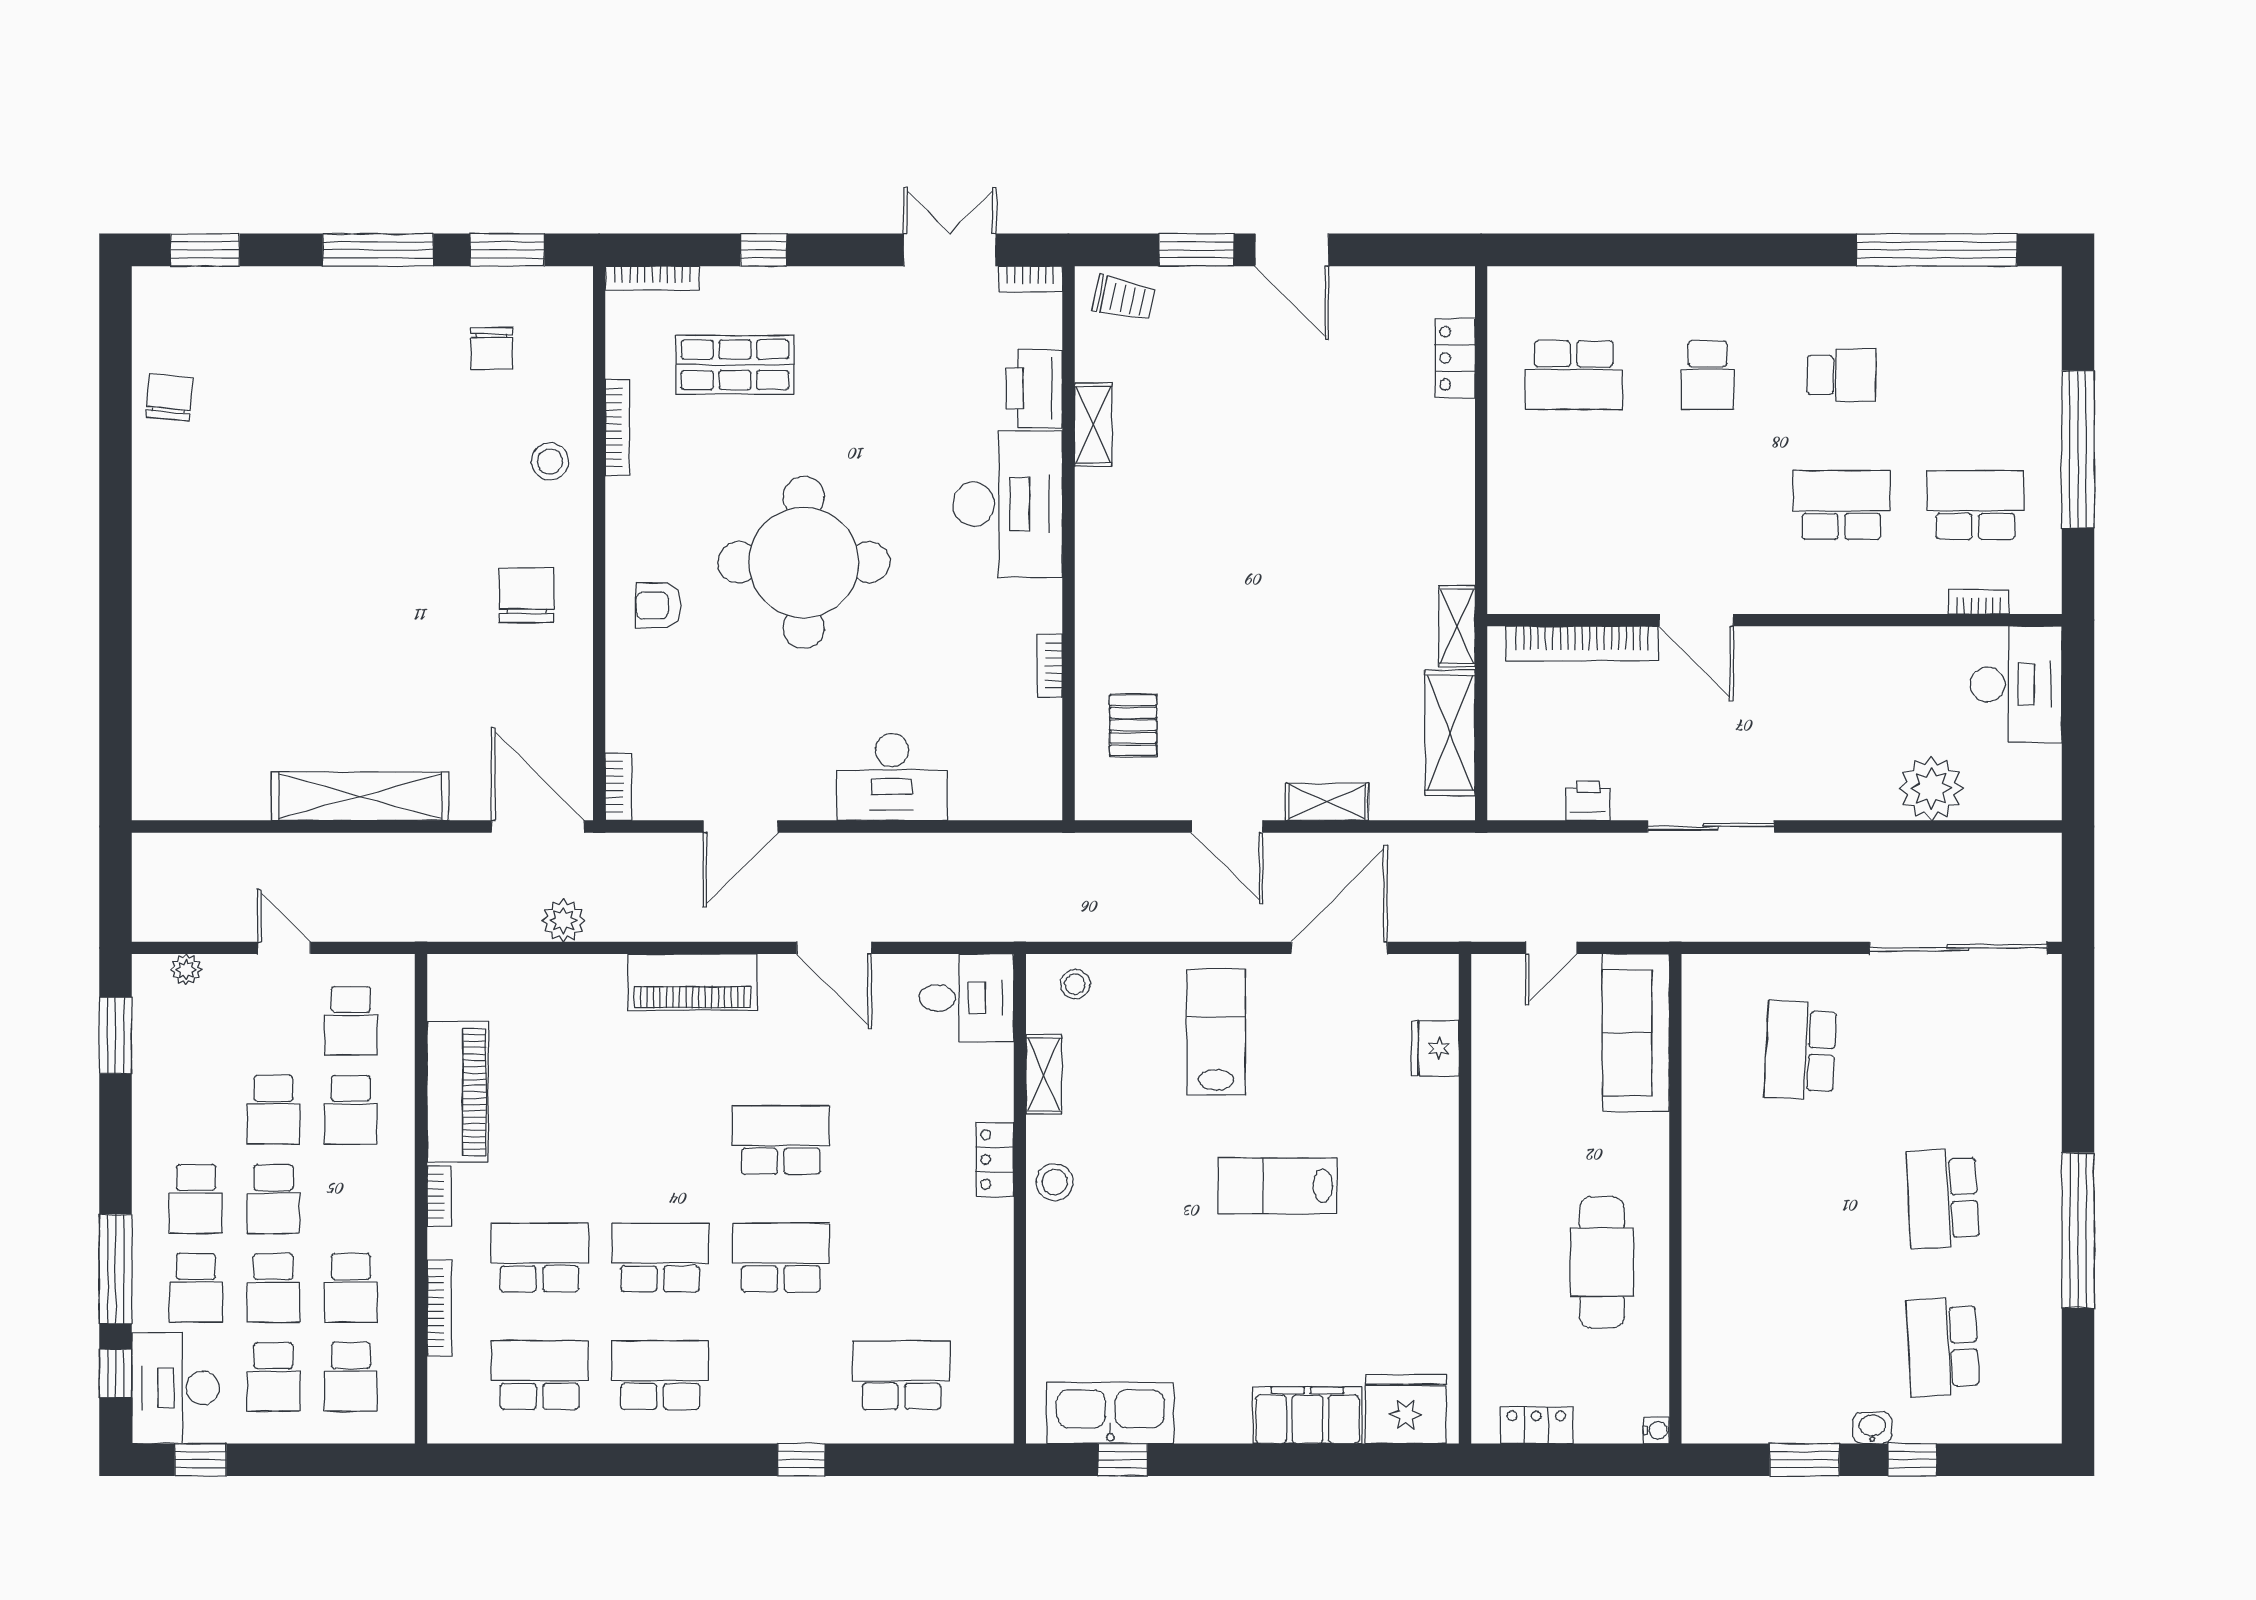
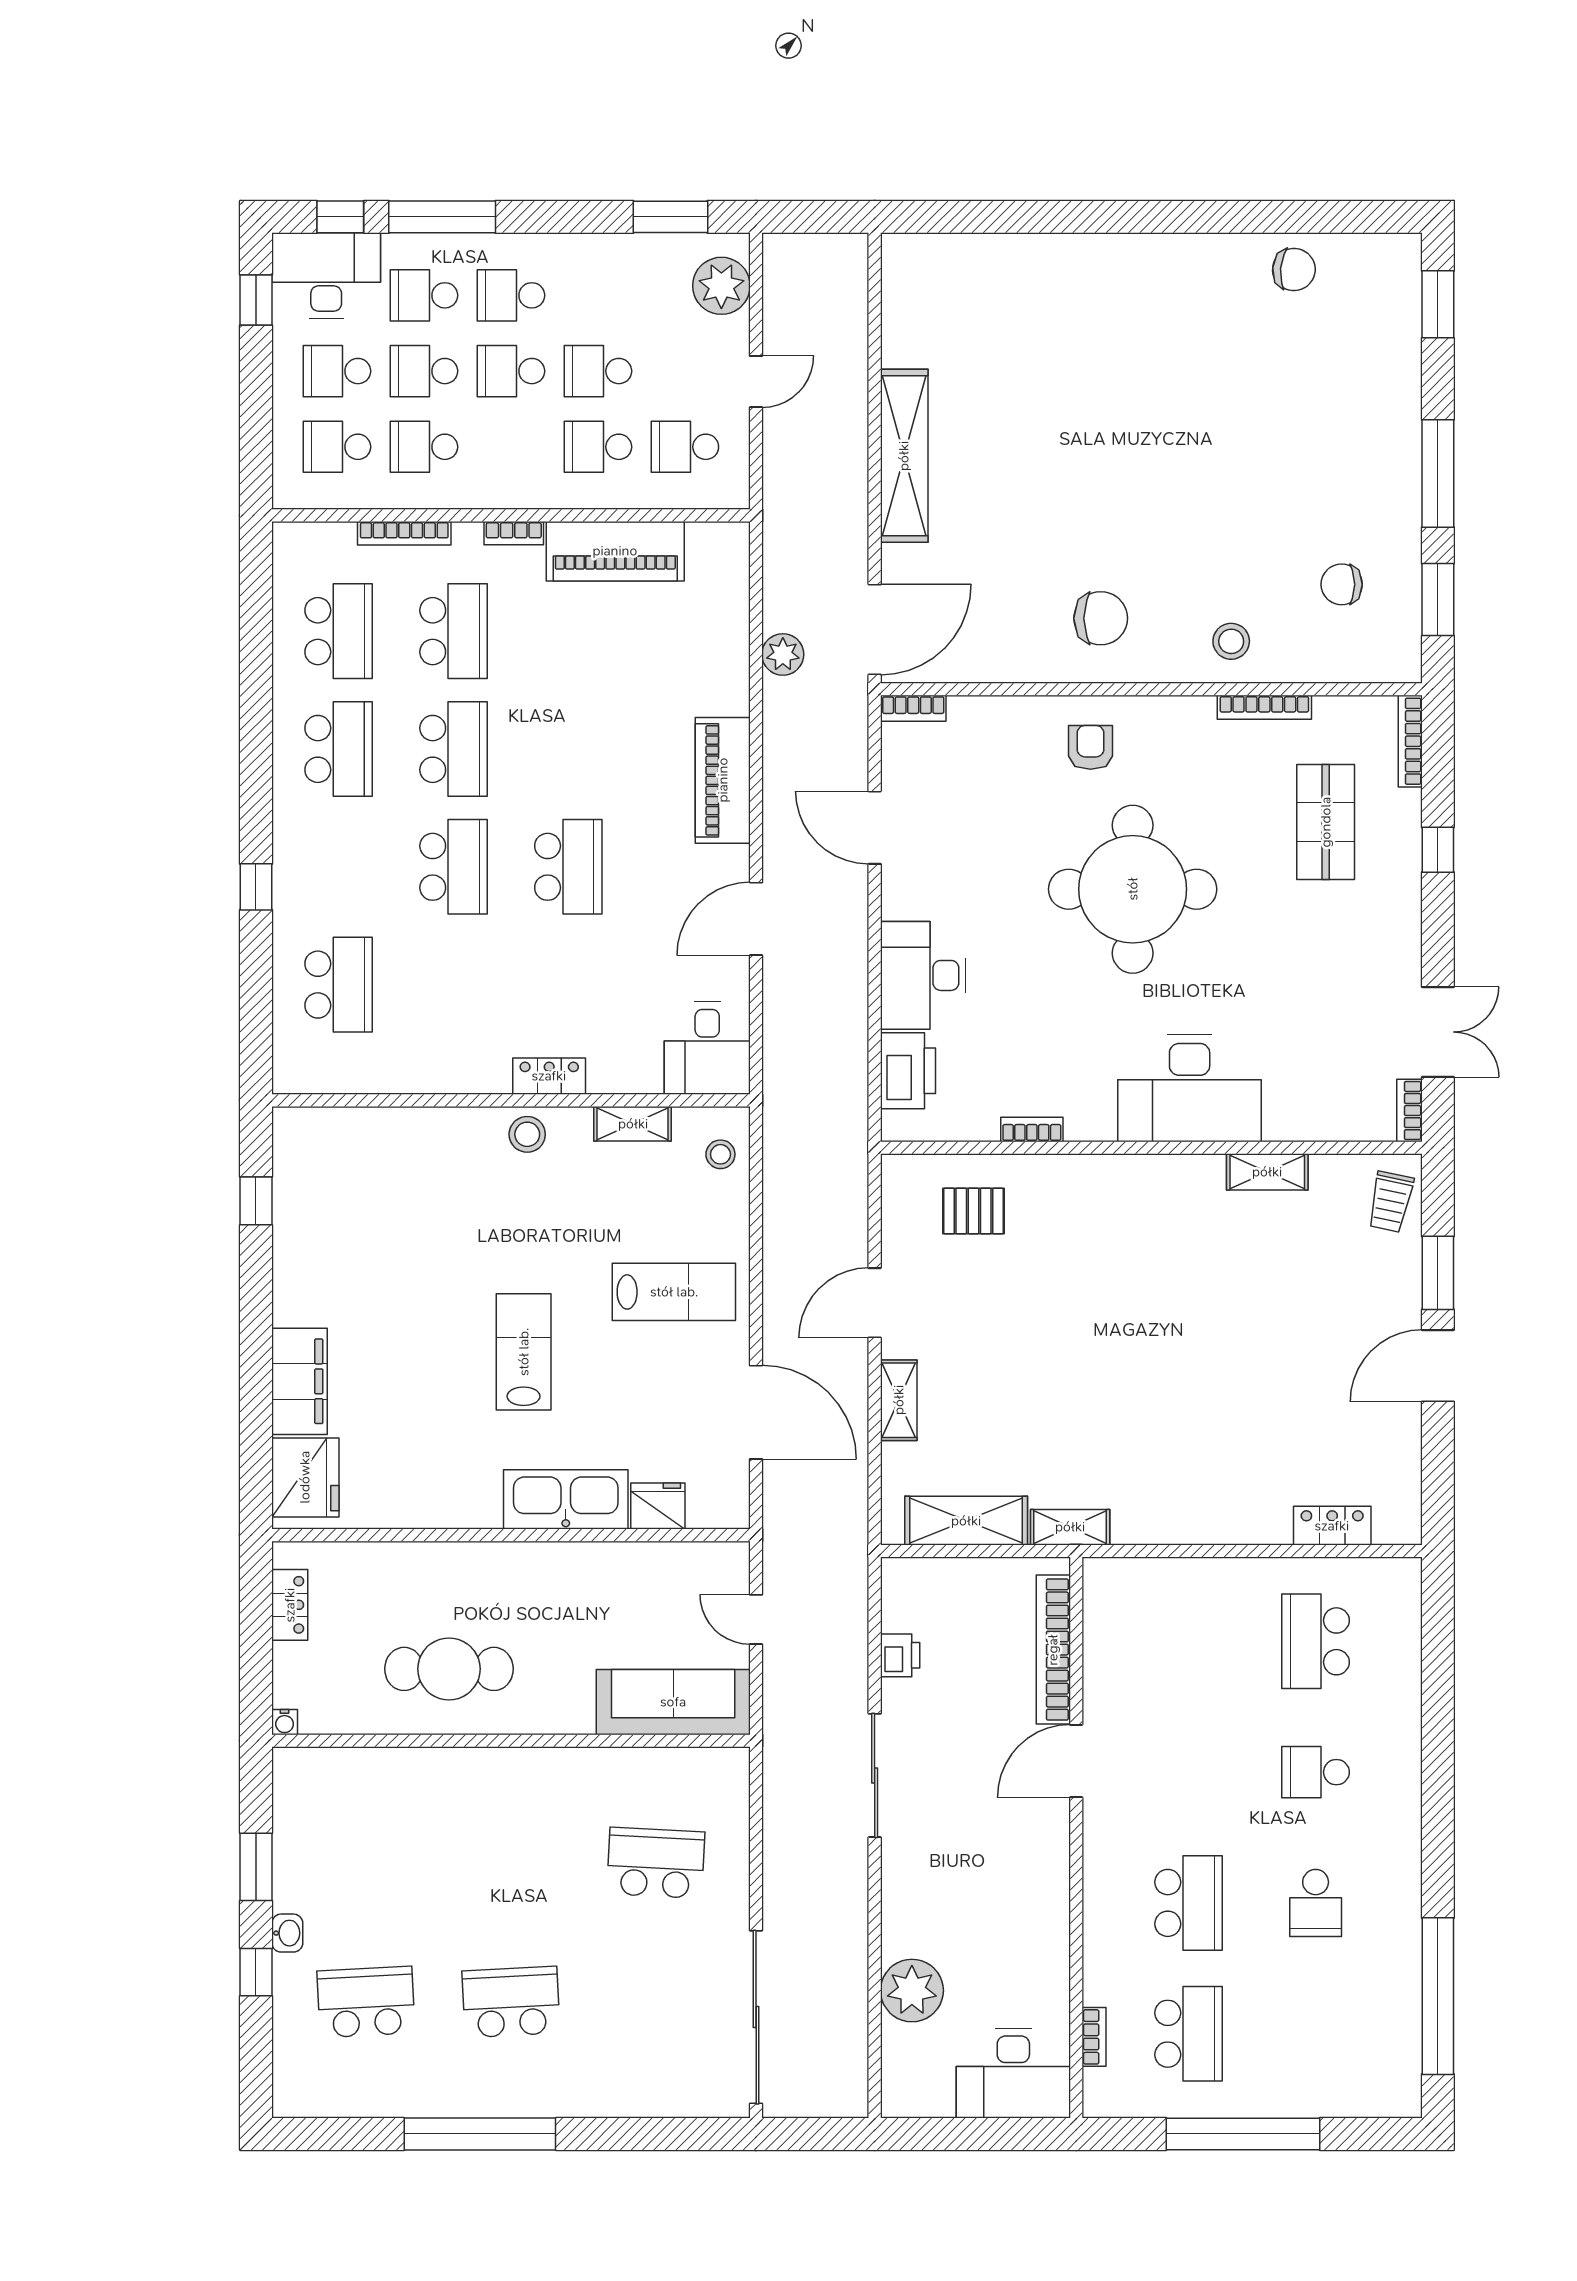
printer: (1034, 389) -> (908, 1071), moved, turned 90
plant: (186, 970) -> (721, 286), width x1.87, depth x1.87
kitchen sink: (1110, 1413) -> (566, 1499), moved, turned -90

